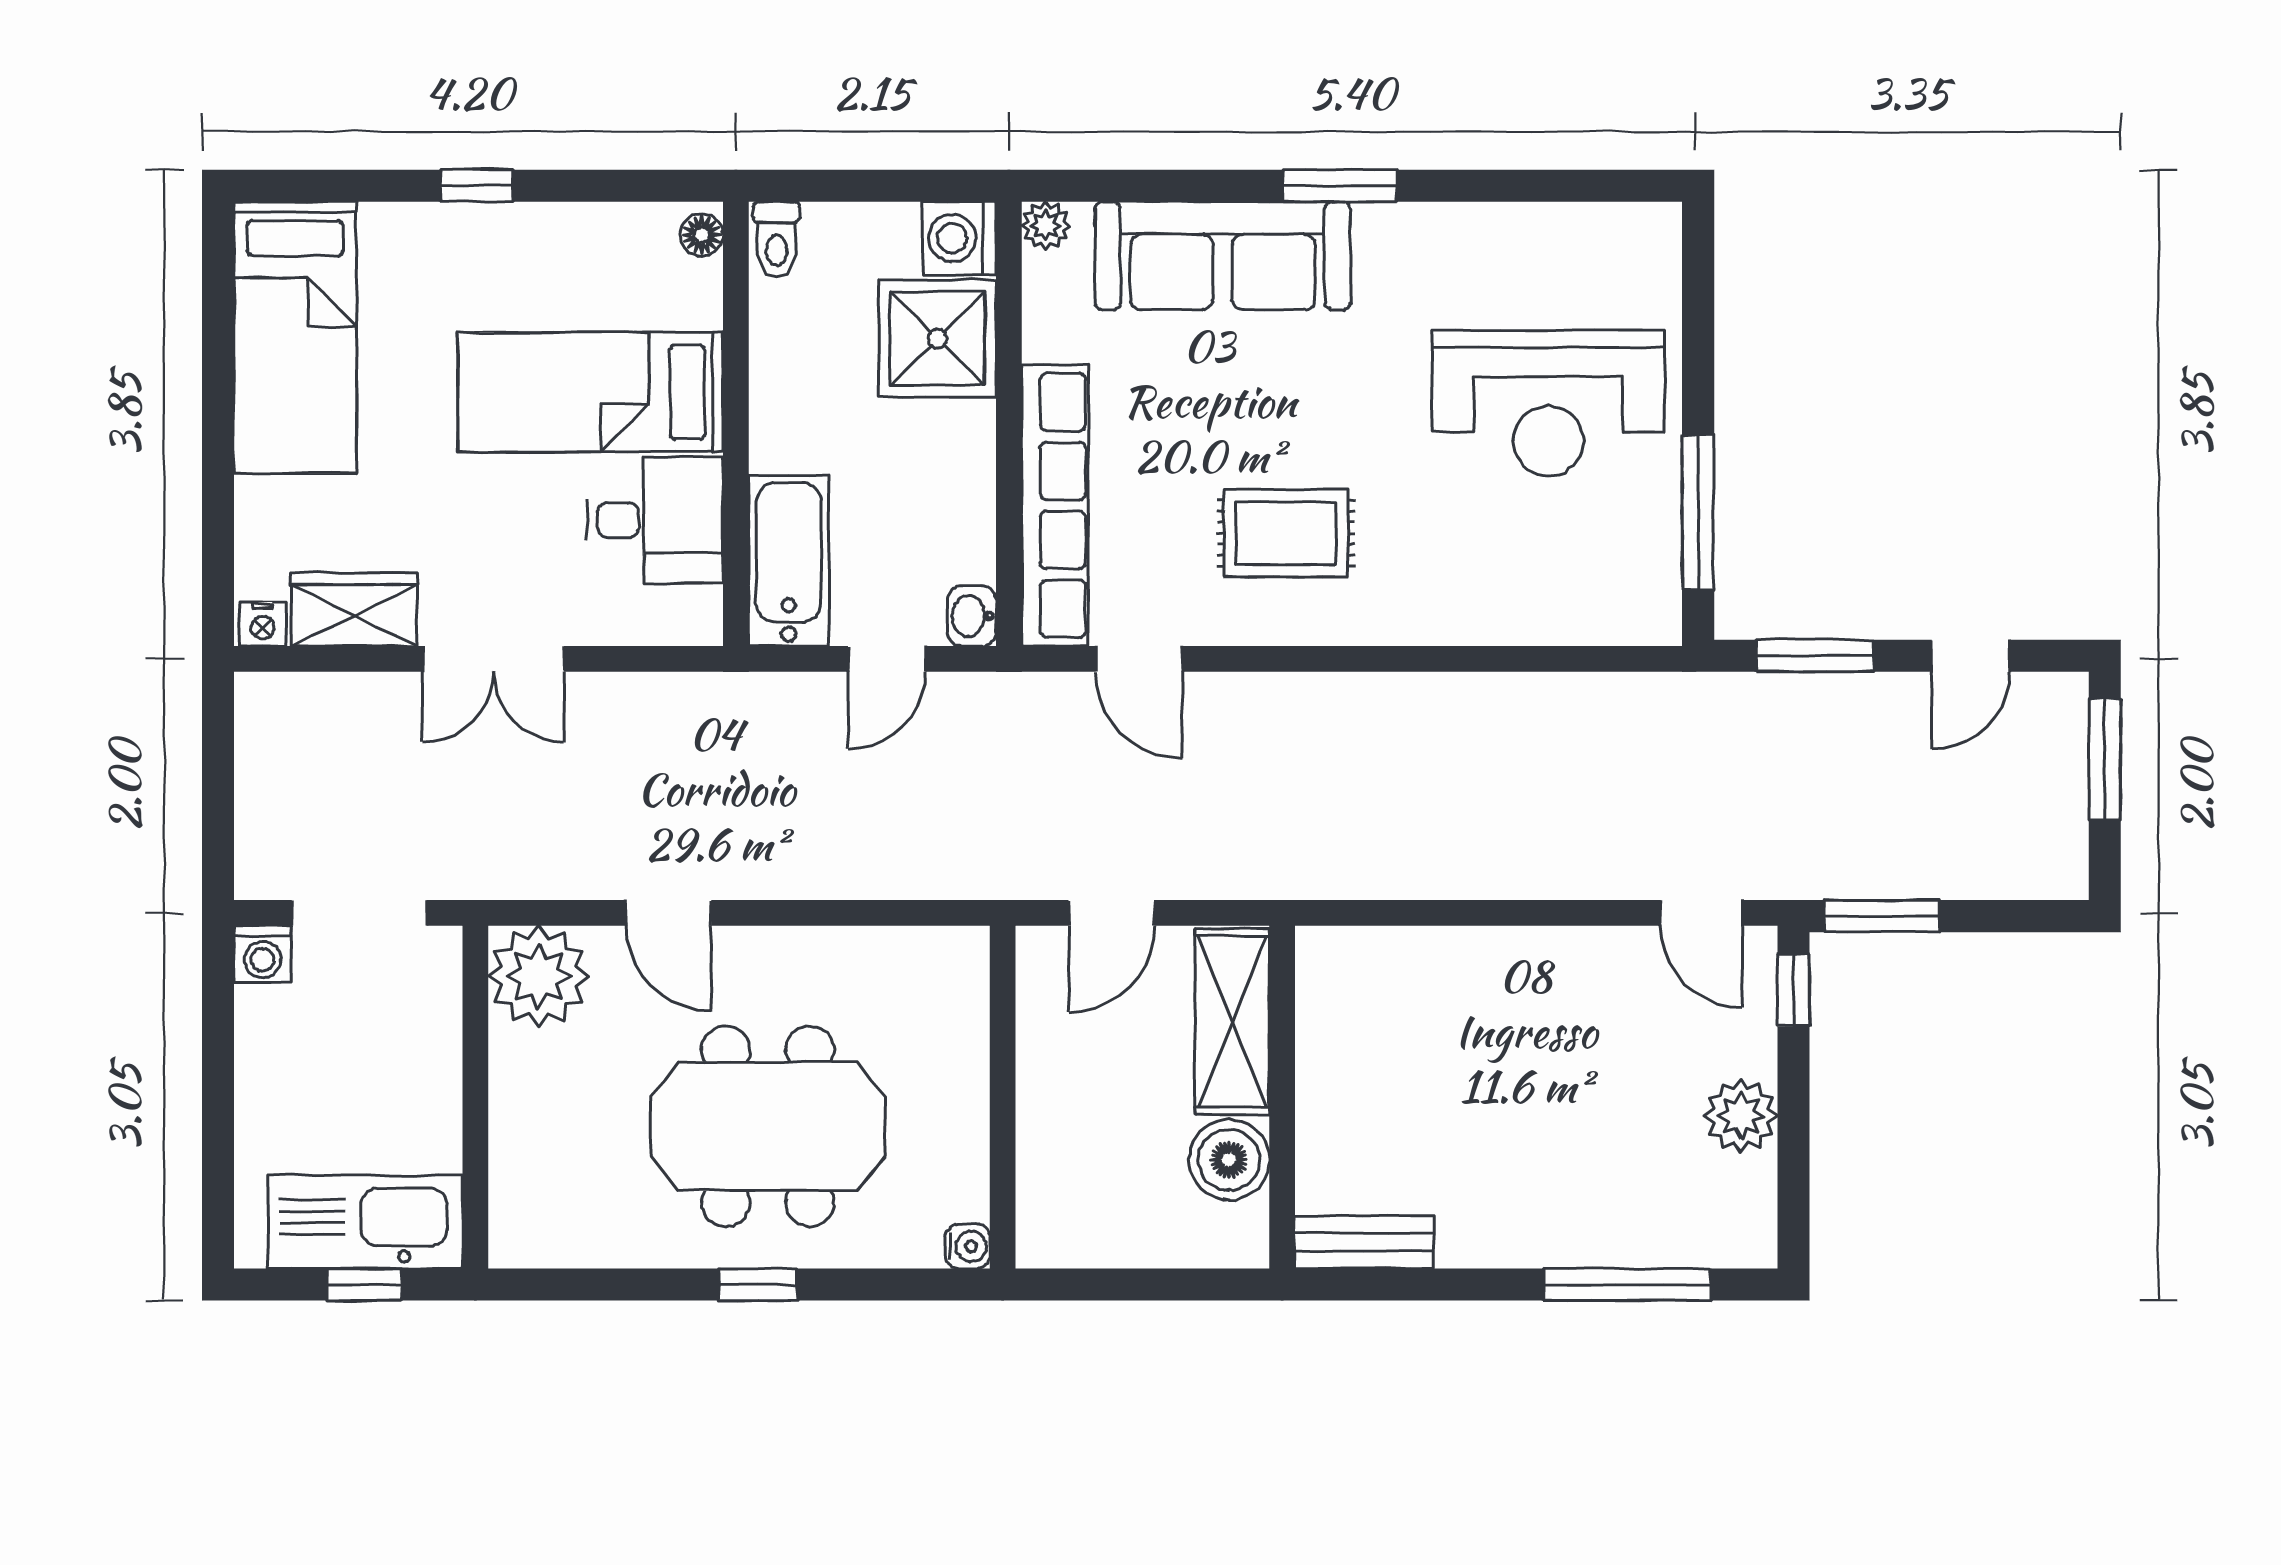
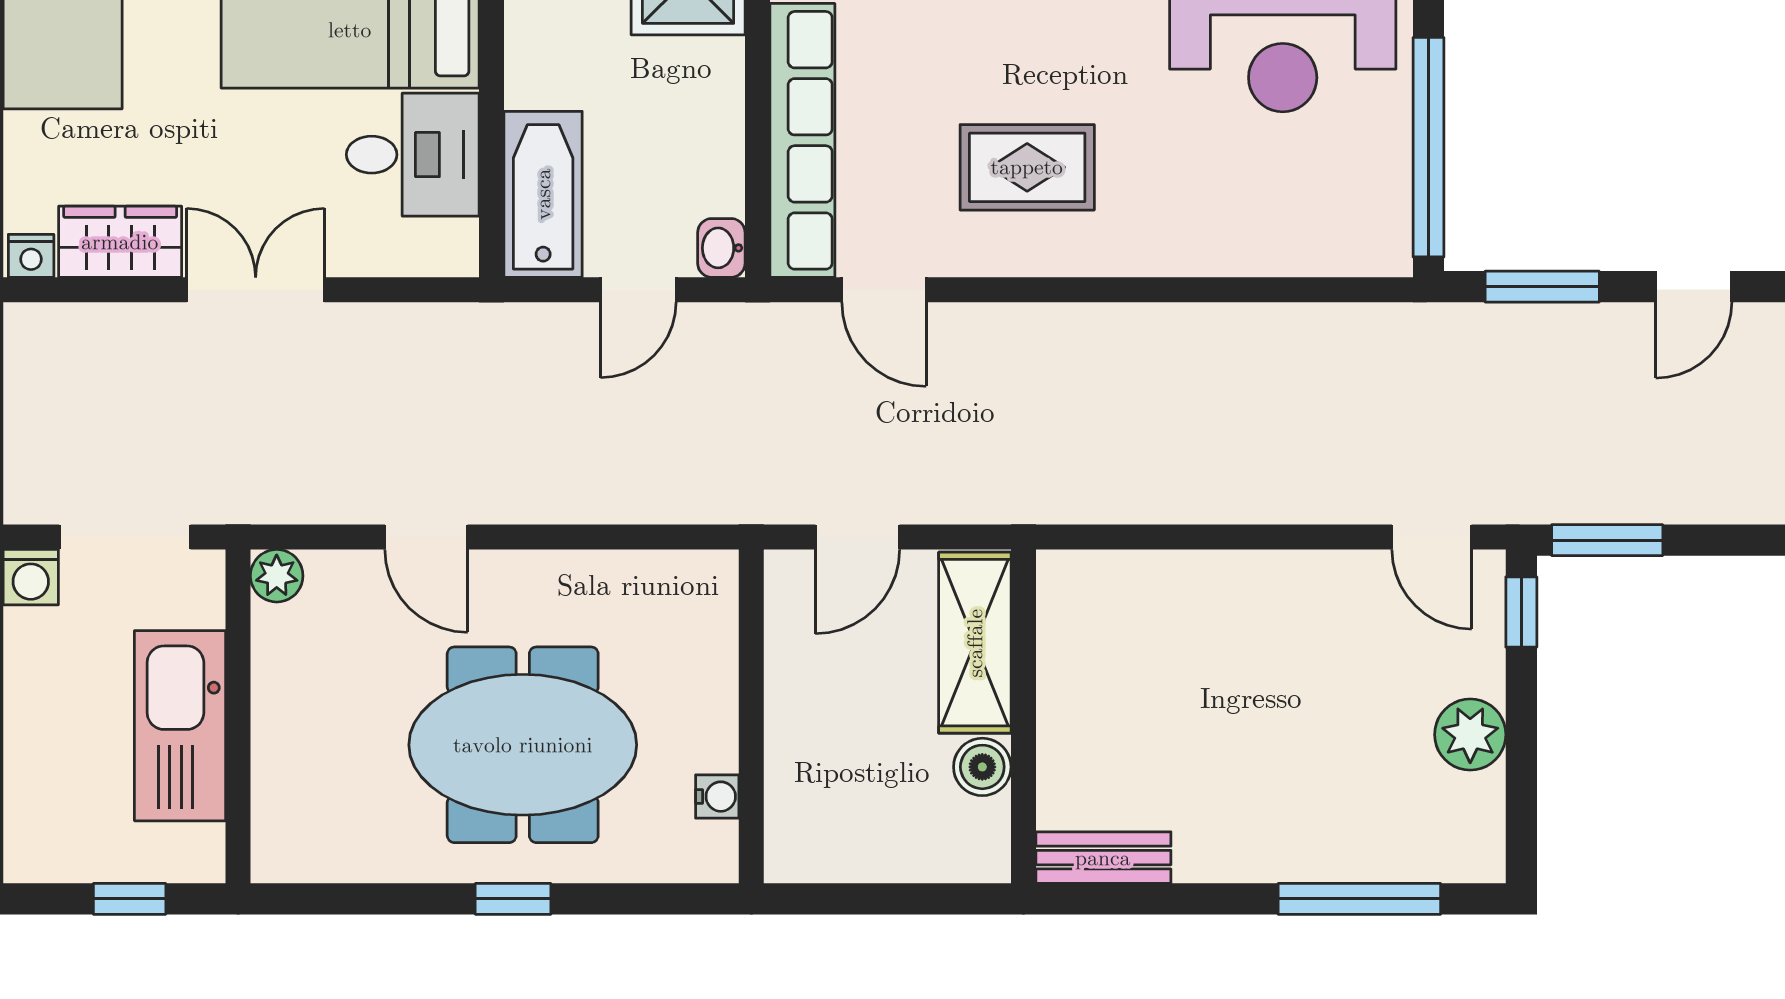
window: (1698, 513) -> (1429, 147), width x1.46
double door: (493, 659) -> (256, 290), swing flipped
plant: (539, 976) -> (277, 576), width x0.53, depth x0.53
boiler: (1229, 1160) -> (982, 767), width x0.73, depth x0.73
kitchen sink: (365, 1222) -> (180, 726), moved, turned -90
water cooler: (968, 1246) -> (717, 797), moved

